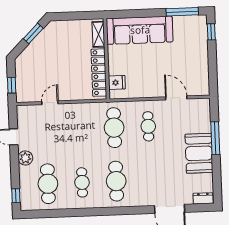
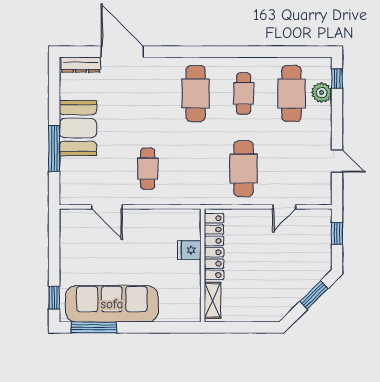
sofa: (140, 30) -> (112, 304), moved
window: (33, 33) -> (314, 295), moved
fridge: (117, 82) -> (189, 250), moved
cafe table: (114, 128) -> (244, 169), moved
plant: (25, 158) -> (322, 93), moved
dresser: (203, 198) -> (81, 65), width x1.44

